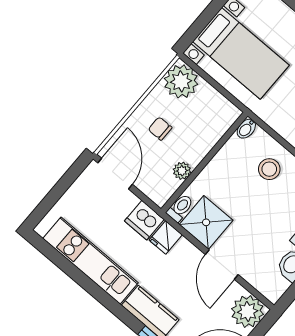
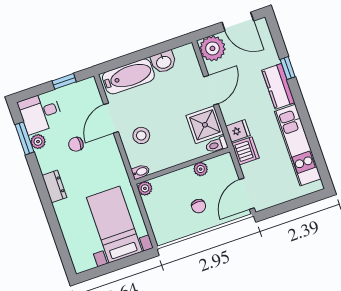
plant: (181, 81) -> (145, 188), moved, width x0.53, depth x0.53

